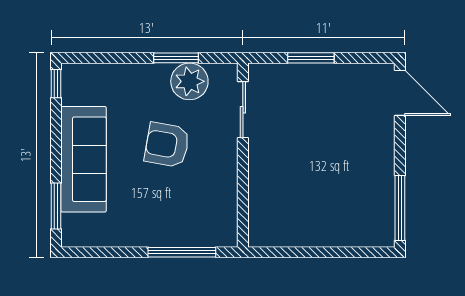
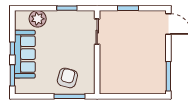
plant: (189, 81) -> (38, 19), moved
window: (56, 84) -> (12, 49), moved
armchair: (167, 145) -> (67, 78), moved, turned 95

